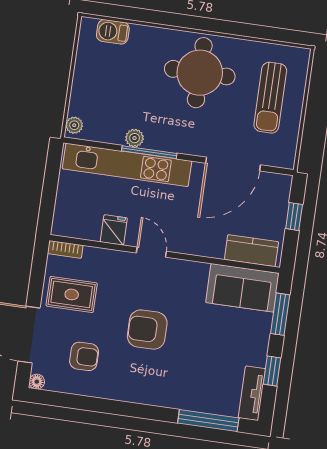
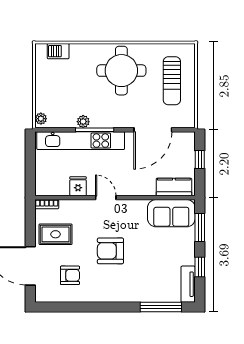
floor lamp: (37, 382) -> (40, 297), removed

